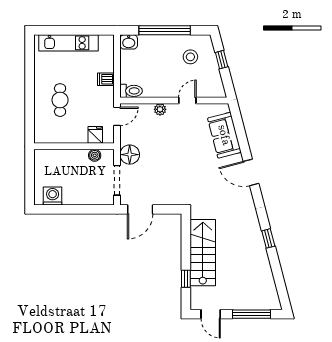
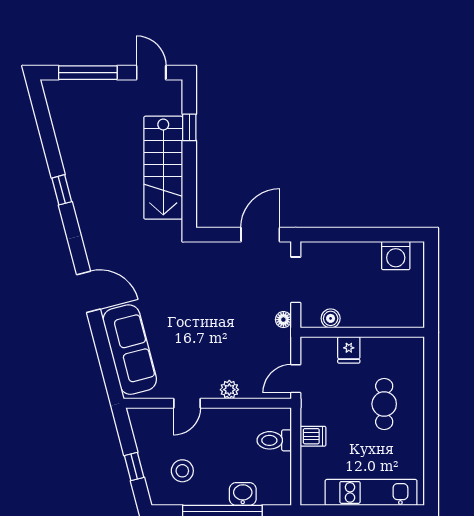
washbasin: (129, 42) -> (243, 494), moved
toilet: (131, 91) -> (274, 440), moved
fridge: (95, 135) -> (349, 350), moved
sofa: (224, 135) -> (130, 350), width x1.36
floor lamp: (130, 155) -> (283, 320), width x0.53, depth x0.53

